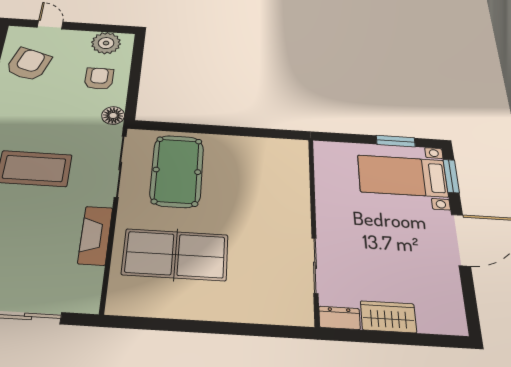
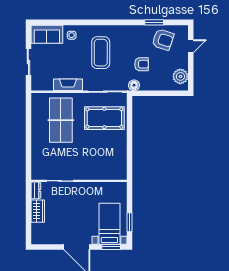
armchair: (99, 79) -> (142, 64), moved

